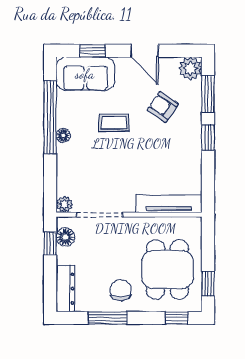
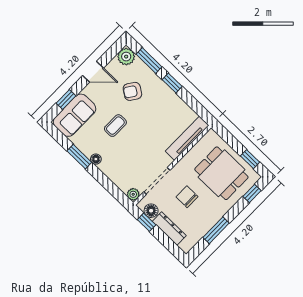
window: (50, 117) -> (79, 157), width x0.47
dresser: (65, 289) -> (169, 229), moved
chair: (121, 290) -> (187, 197), moved

